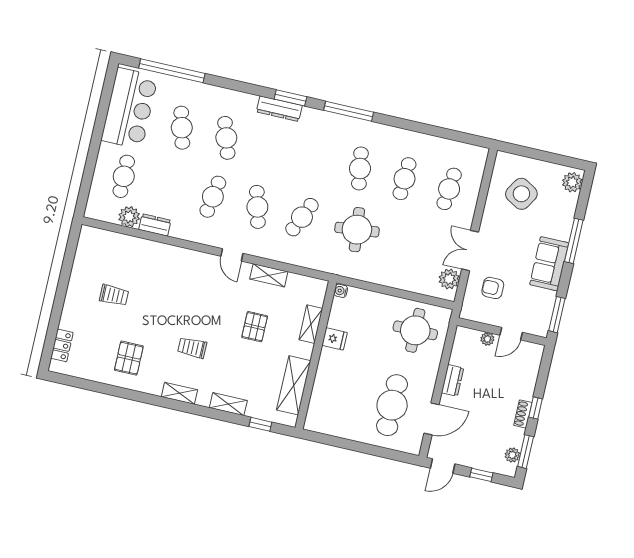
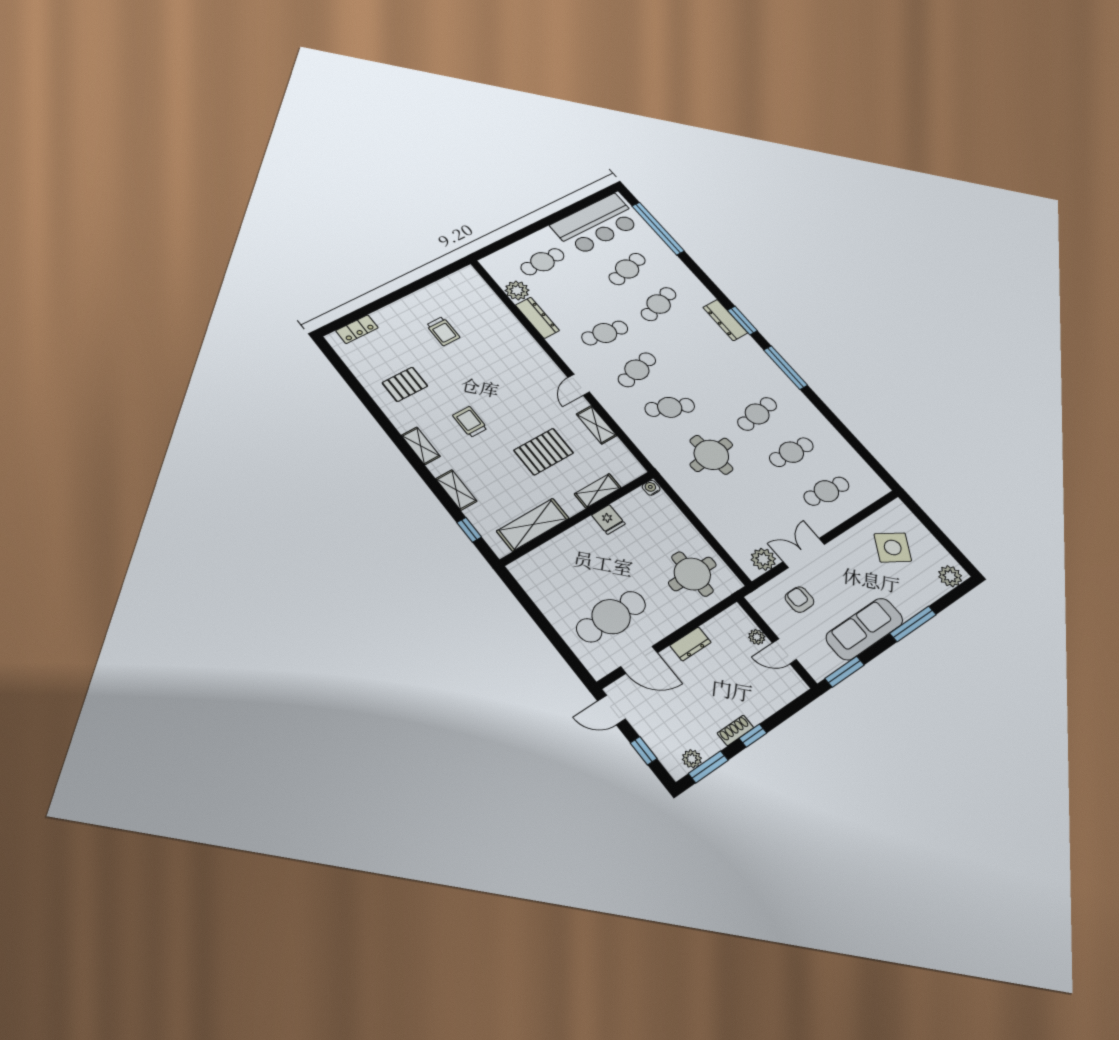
dresser: (155, 225) -> (537, 318), width x1.44
sofa: (549, 264) -> (865, 629), width x1.36
pallet: (255, 327) -> (544, 452), width x1.50, depth x1.42

